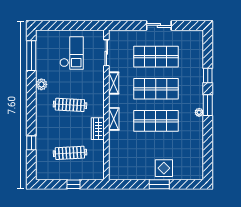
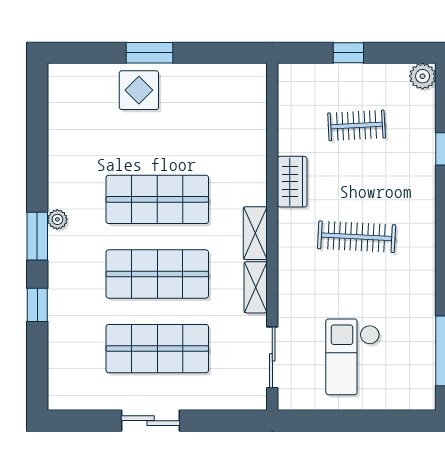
plant: (41, 84) -> (423, 76), moved
shelving: (114, 119) -> (255, 233), moved
clothes rail: (70, 153) -> (357, 125), width x0.73

